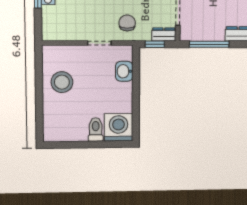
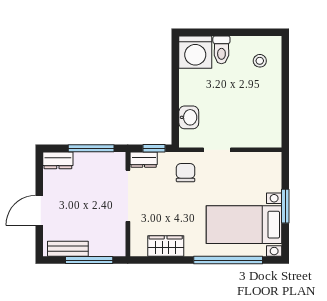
chair: (127, 23) -> (186, 173), turned 180
stool: (62, 82) -> (260, 61), moved, width x0.53, depth x0.53

